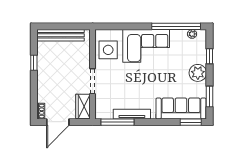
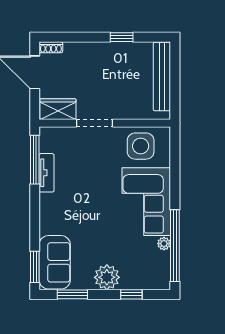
plant: (192, 34) -> (164, 244), moved
sofa: (181, 109) -> (55, 262), width x0.73
tv unit: (132, 114) -> (47, 173), width x0.71

